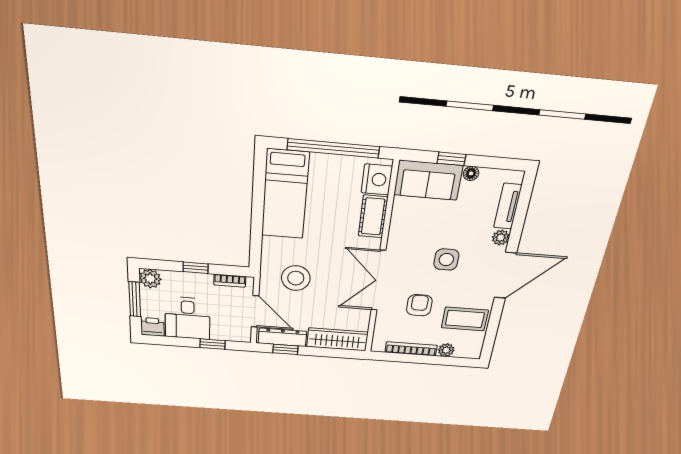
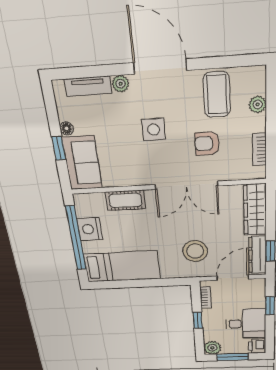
nightstand: (377, 179) -> (90, 229), moved, turned -90
bookcase: (411, 349) -> (259, 150), width x0.64

